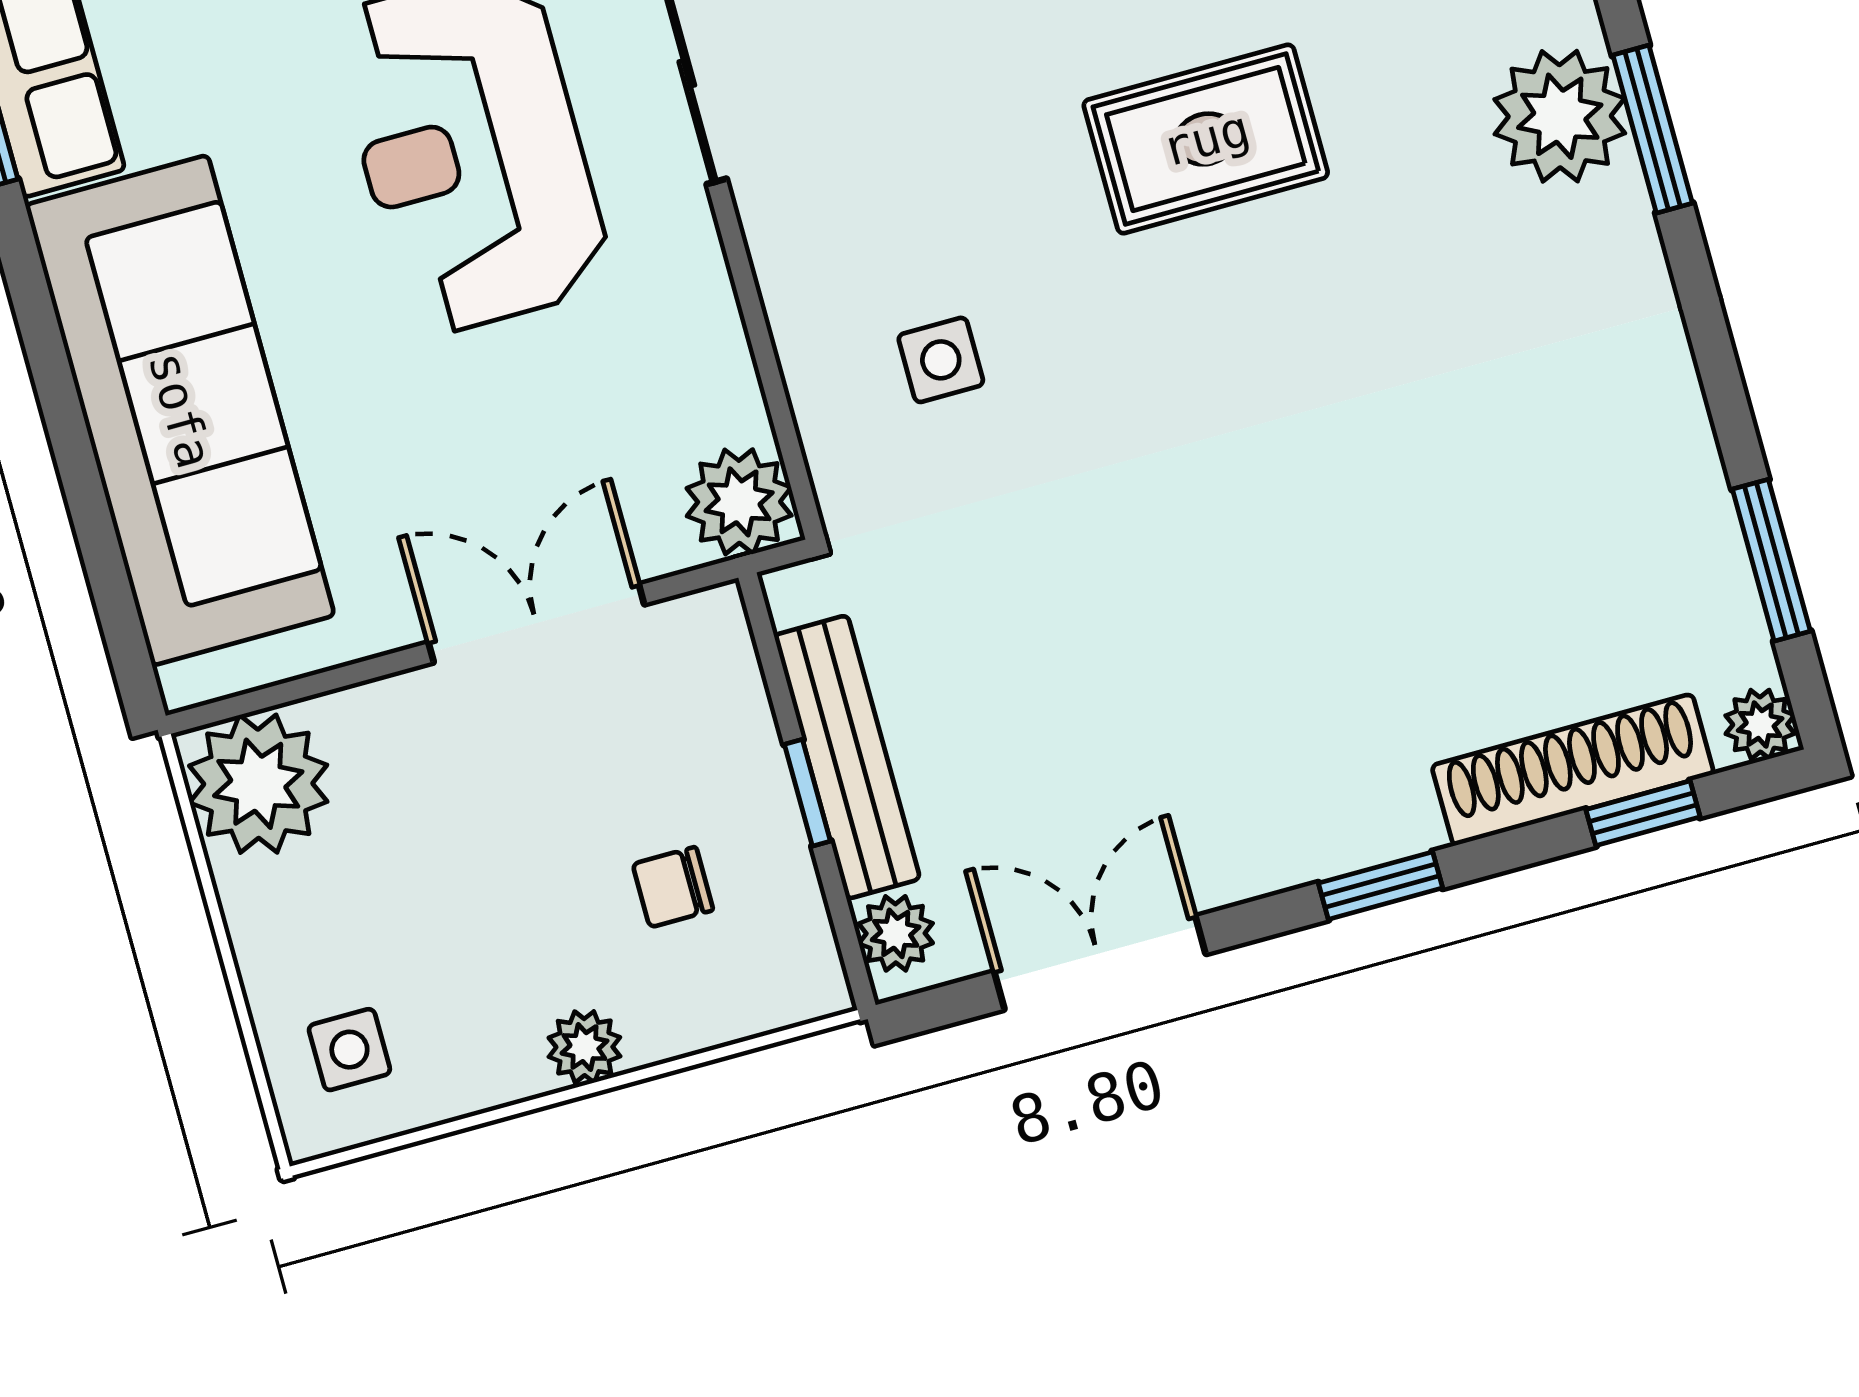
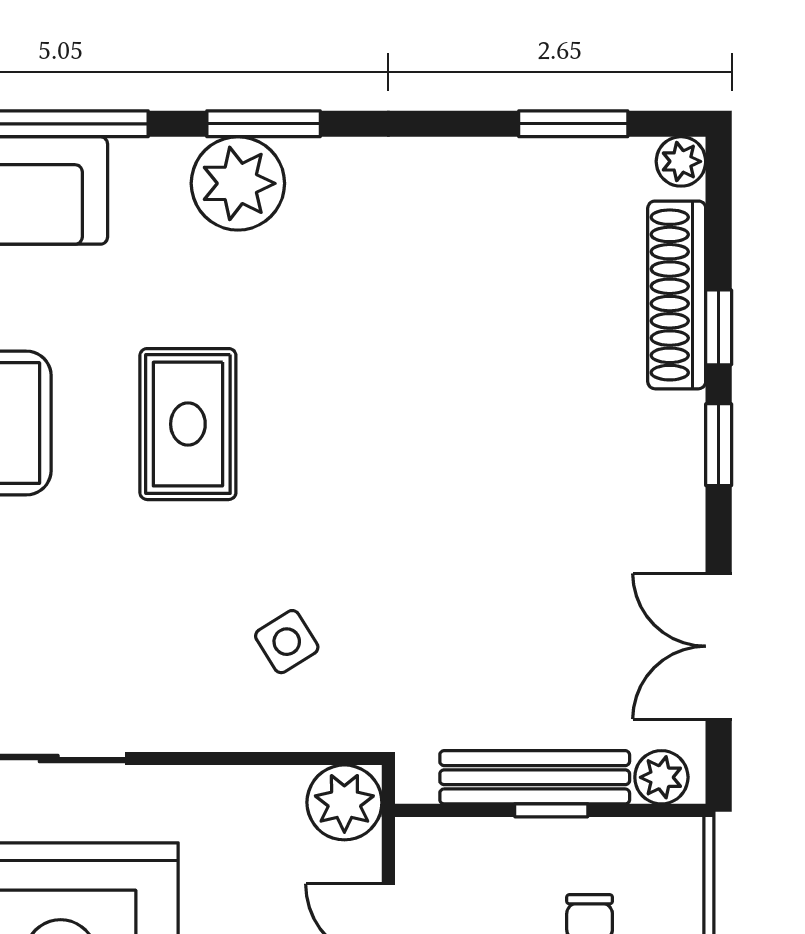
side table: (941, 360) -> (287, 642), turned -32
window: (1643, 813) -> (719, 327), moved

